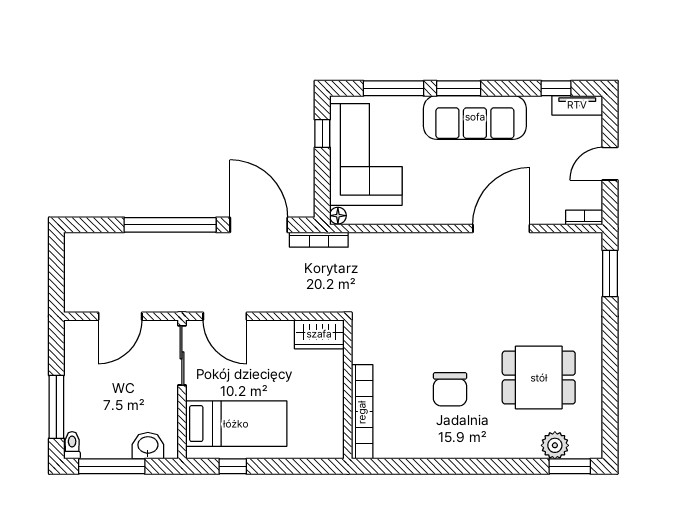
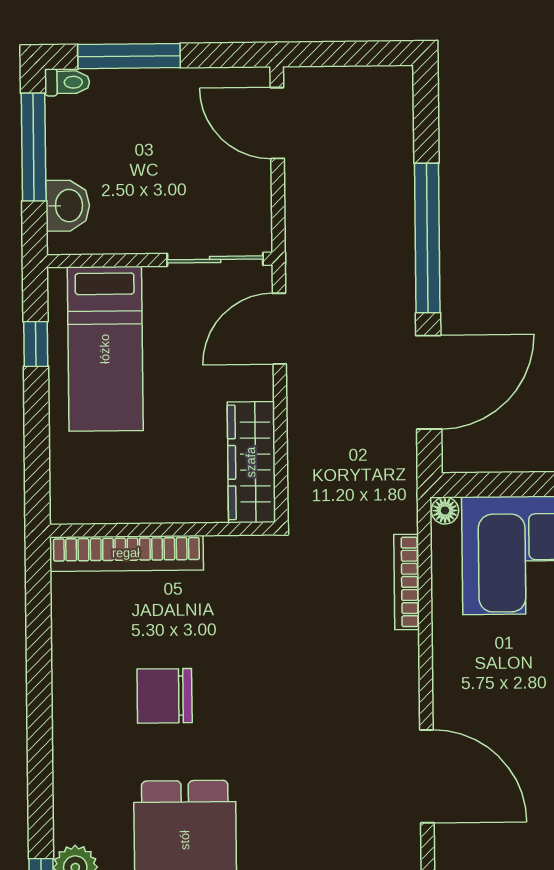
bookcase: (319, 240) -> (407, 582), moved
door: (120, 316) -> (277, 123), moved
wardrobe: (319, 334) -> (251, 462), width x1.50

